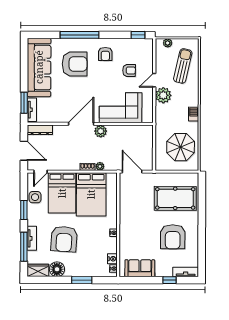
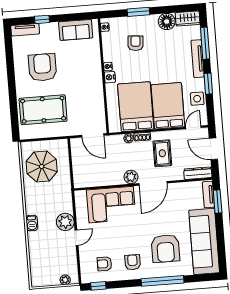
armchair: (75, 64) -> (165, 248), turned -90
sun lounger: (183, 66) -> (46, 256), removed
armchair: (129, 70) -> (104, 264), moved
barbecue: (194, 114) -> (32, 223), moved
rug: (71, 150) -> (162, 153), added
tv unit: (32, 238) -> (198, 59), width x1.41
armchair: (64, 239) -> (136, 43), moved, width x0.53, depth x0.53
nightstand: (112, 259) -> (110, 77), moved

